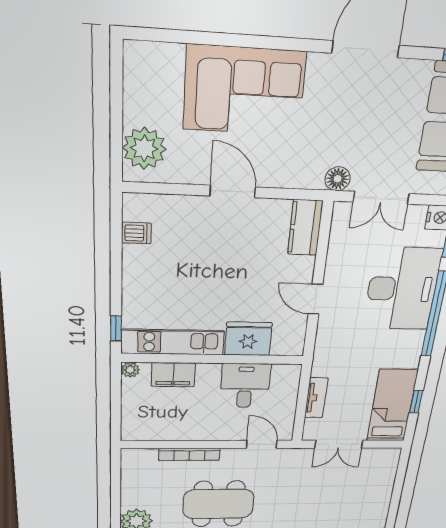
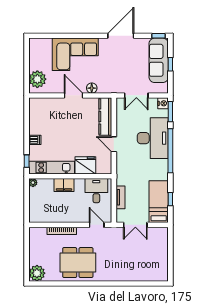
floor lamp: (338, 179) -> (92, 88), moved
kitchen counter: (305, 228) -> (105, 117), width x1.50
dishwasher: (136, 233) -> (35, 140), moved
filing cabinet: (173, 375) -> (64, 185), moved
desk: (245, 386) -> (96, 191), moved

